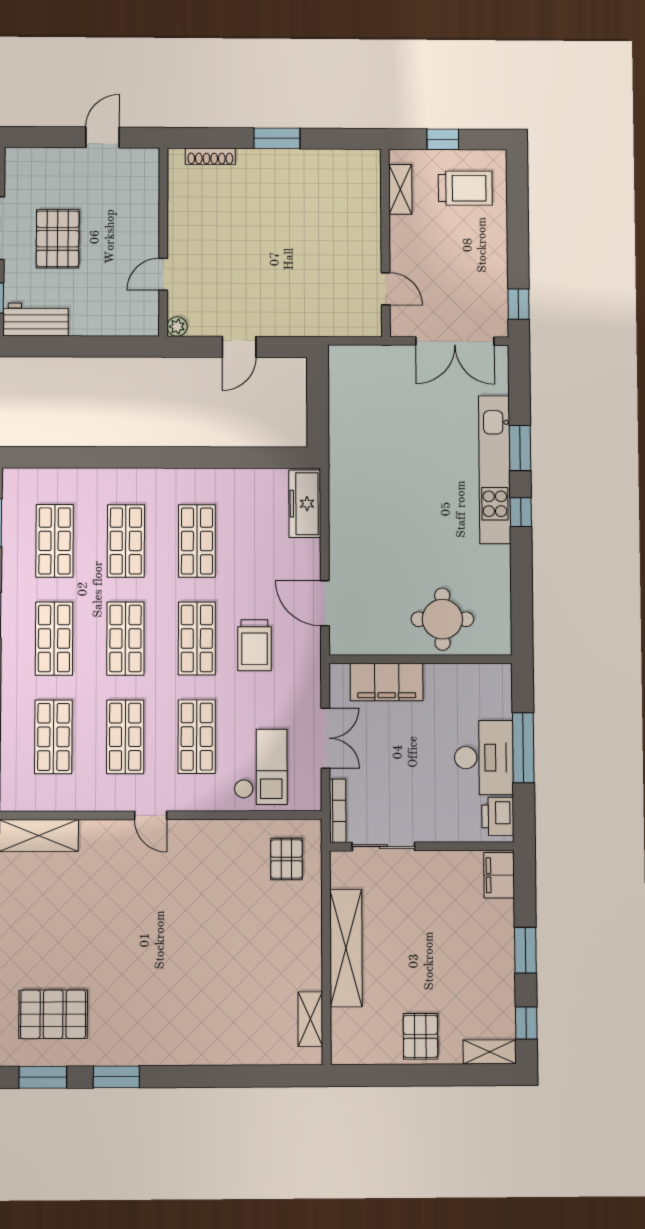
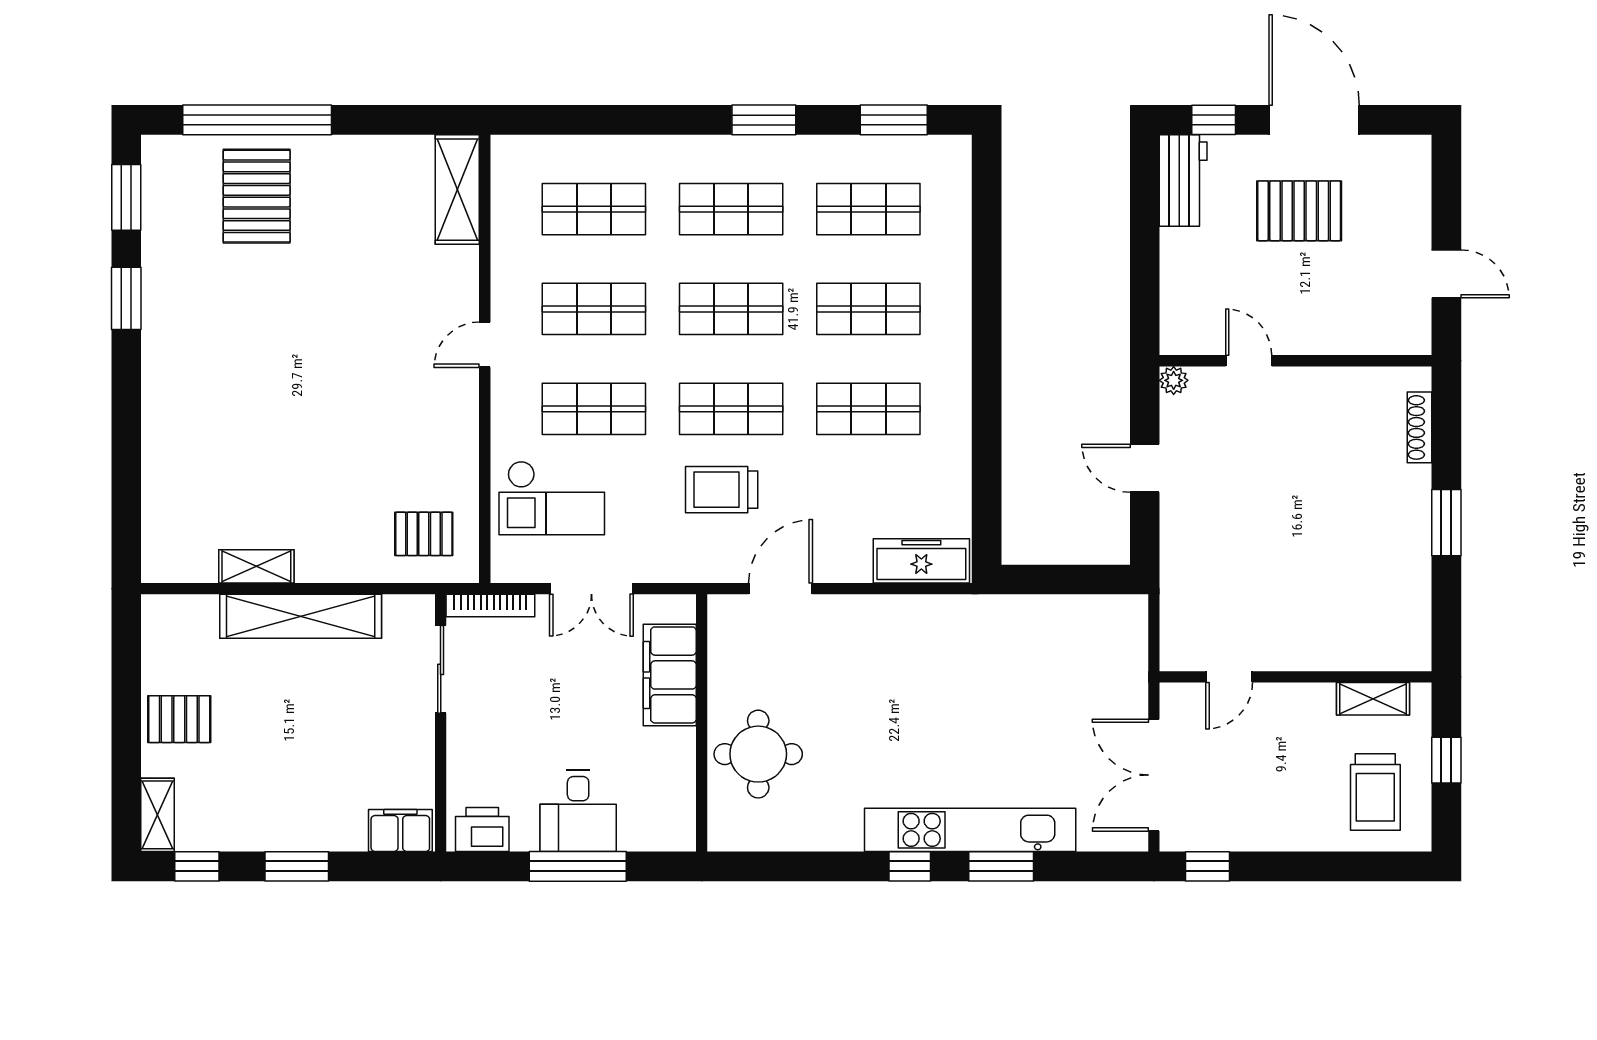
desk: (484, 758) -> (578, 811), width x0.73
pallet: (53, 1014) -> (257, 196), moved
shelving: (310, 1019) -> (256, 566), moved

